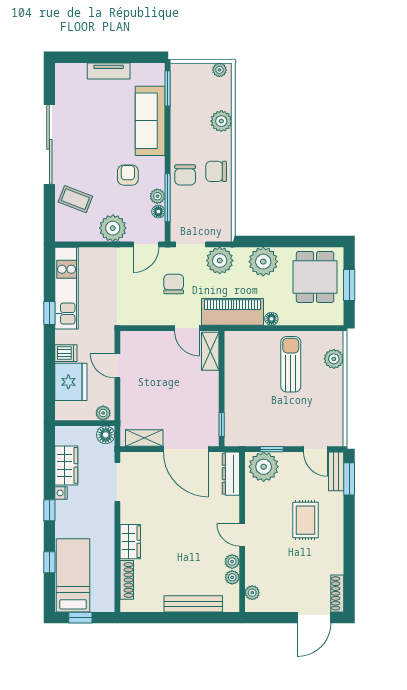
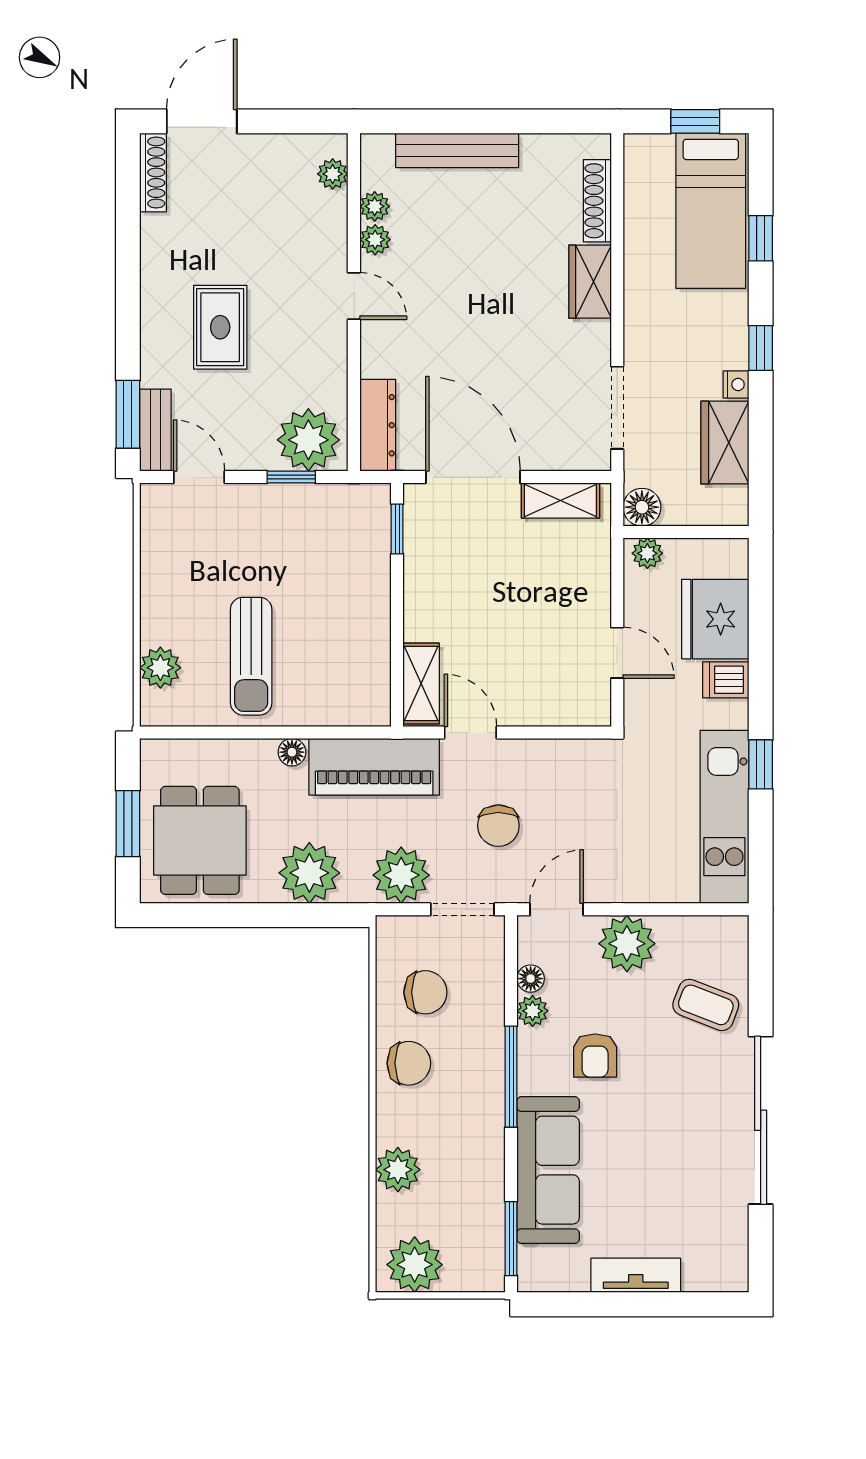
plant: (219, 70) -> (415, 1265), width x1.87, depth x1.87
chair: (185, 175) -> (425, 992), moved, turned 90
window: (168, 198) -> (511, 1077), moved

